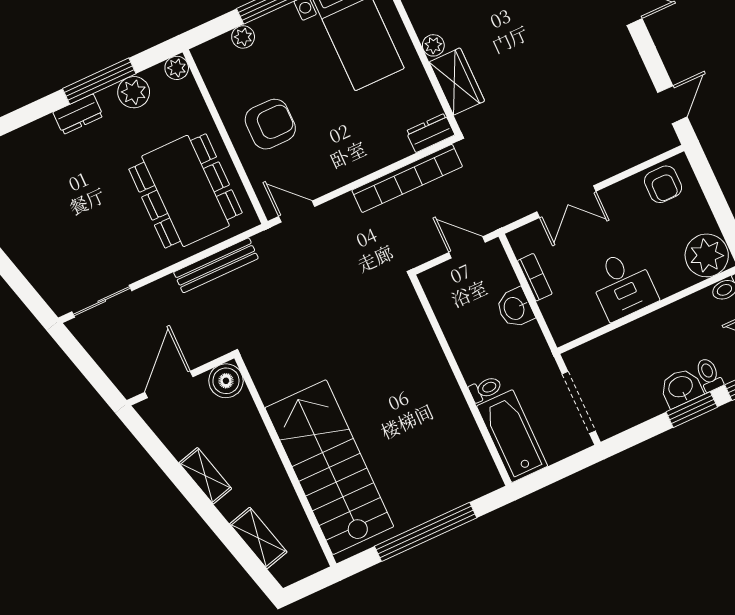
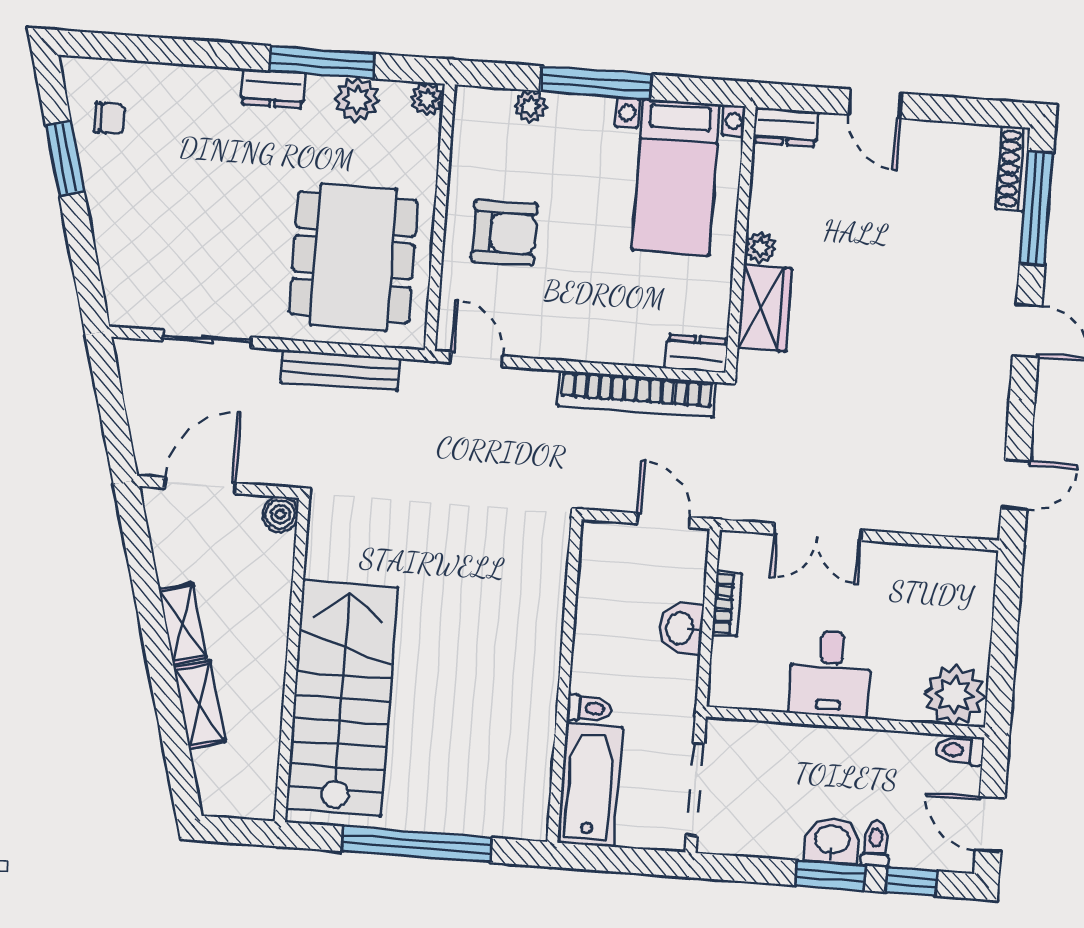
armchair: (663, 184) -> (949, 577), removed
sliding door: (102, 301) -> (207, 339), moved
boiler: (226, 381) -> (280, 514), width x0.73, depth x0.73
shelving: (258, 538) -> (199, 705), moved

